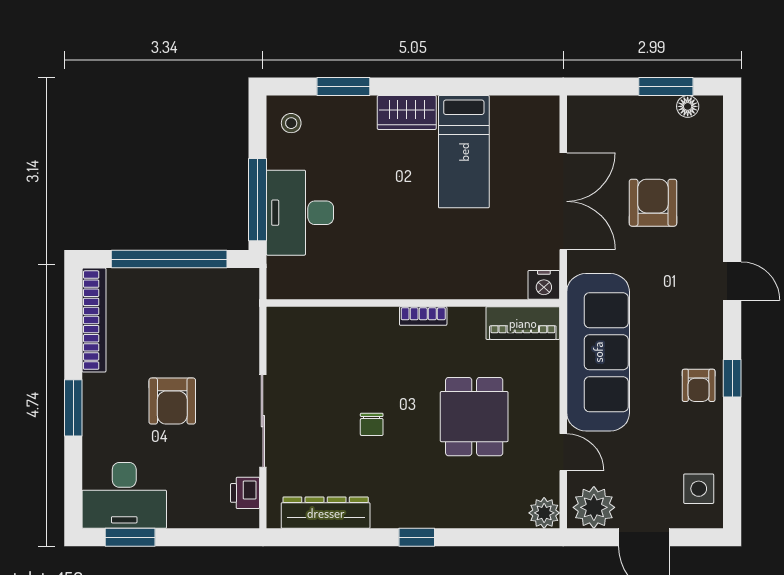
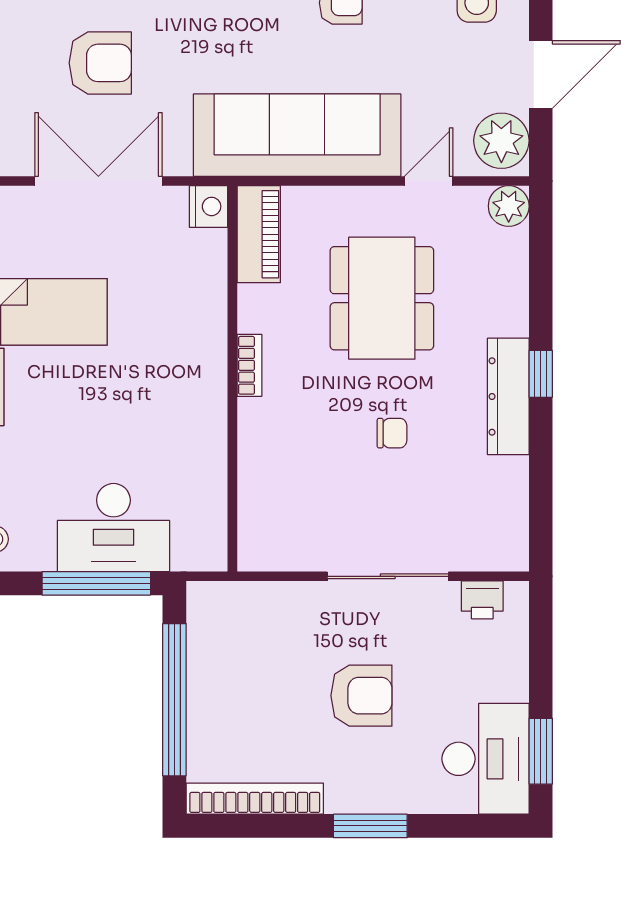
armchair: (653, 203) -> (100, 63), turned 180
dining table: (474, 417) -> (382, 298), width x1.38
dresser: (326, 513) -> (508, 396), moved

